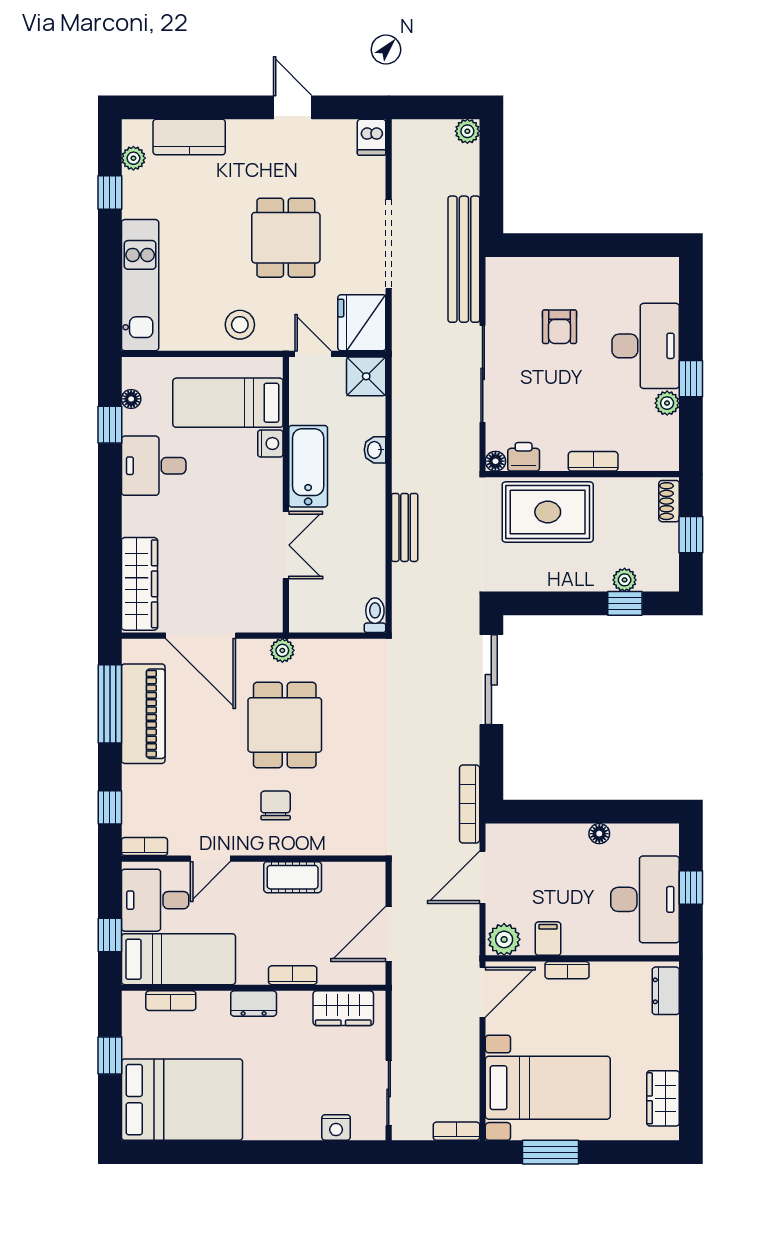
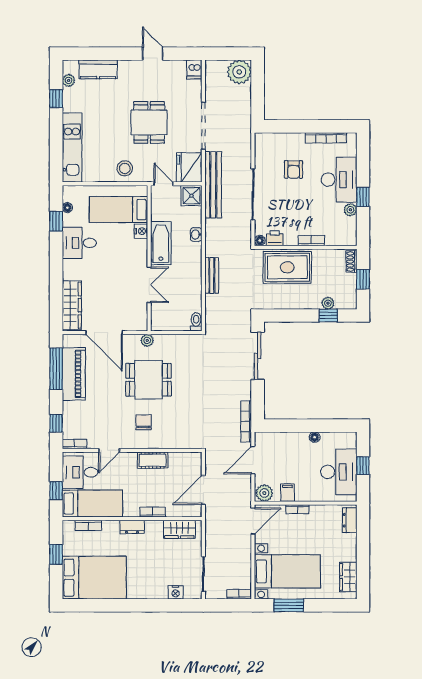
plant: (467, 131) -> (239, 72), width x1.87, depth x1.87
bench: (464, 259) -> (213, 185), moved
bookcase: (621, 267) -> (326, 138), added
dining table: (285, 725) -> (148, 380), turned 90

